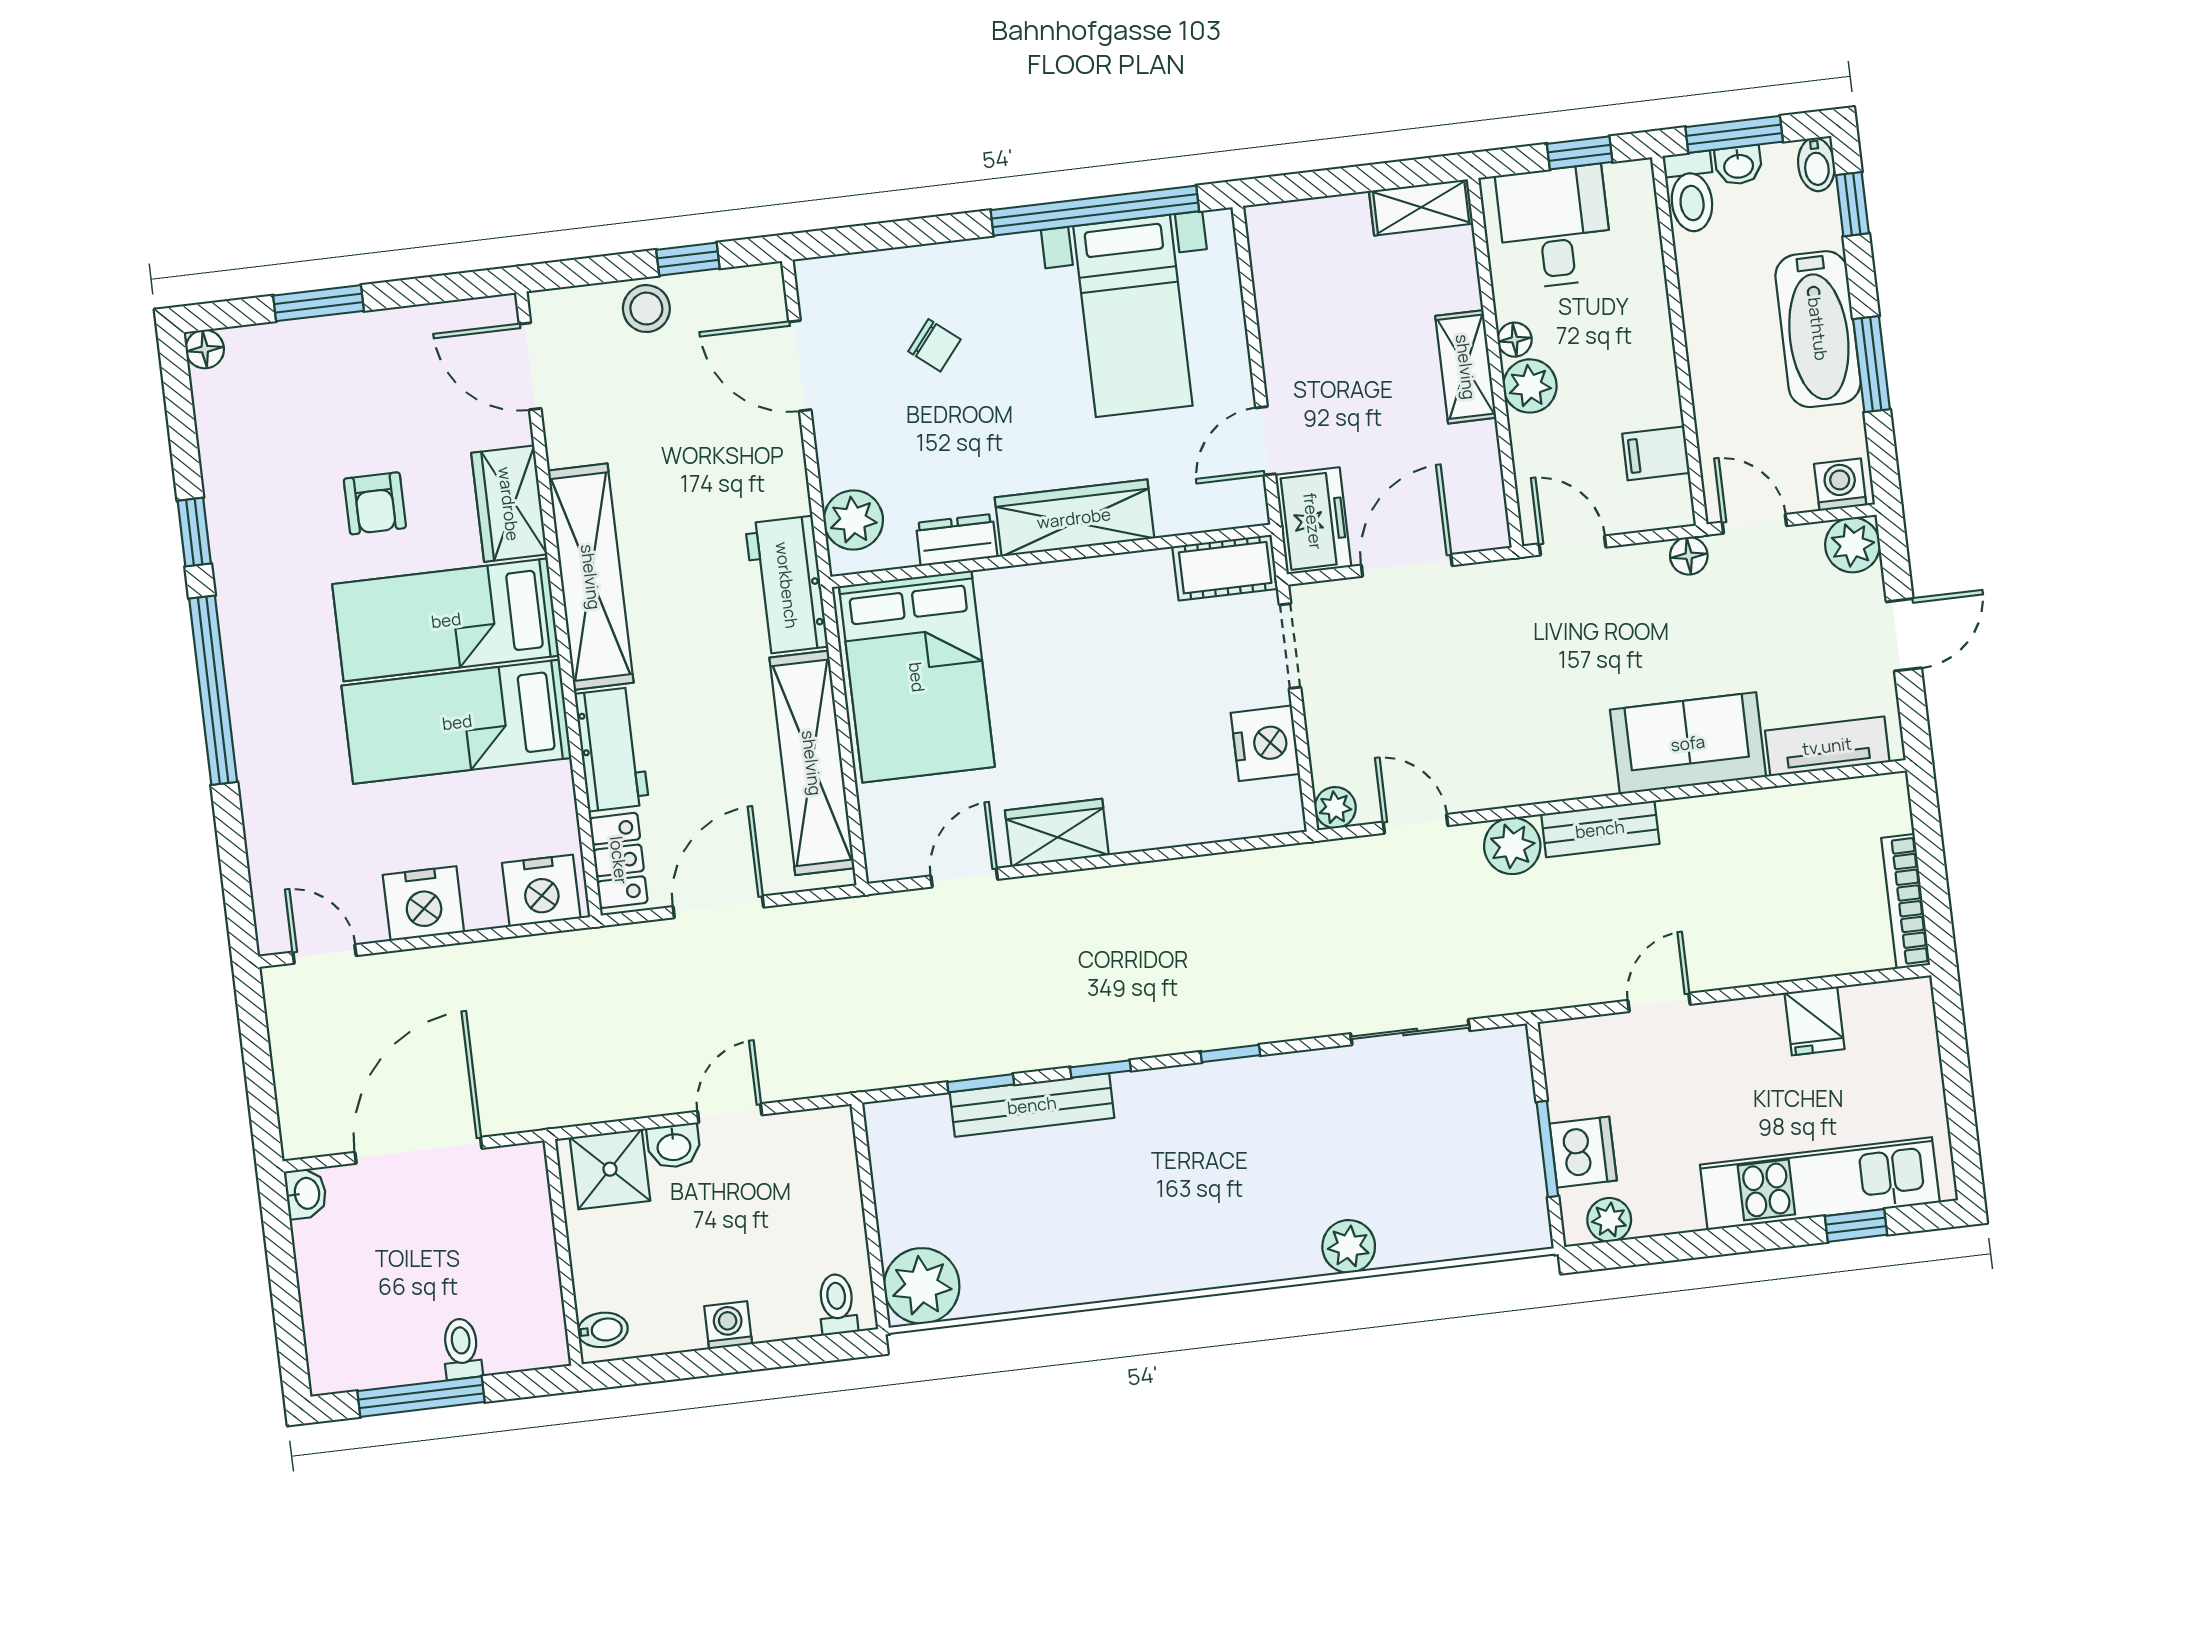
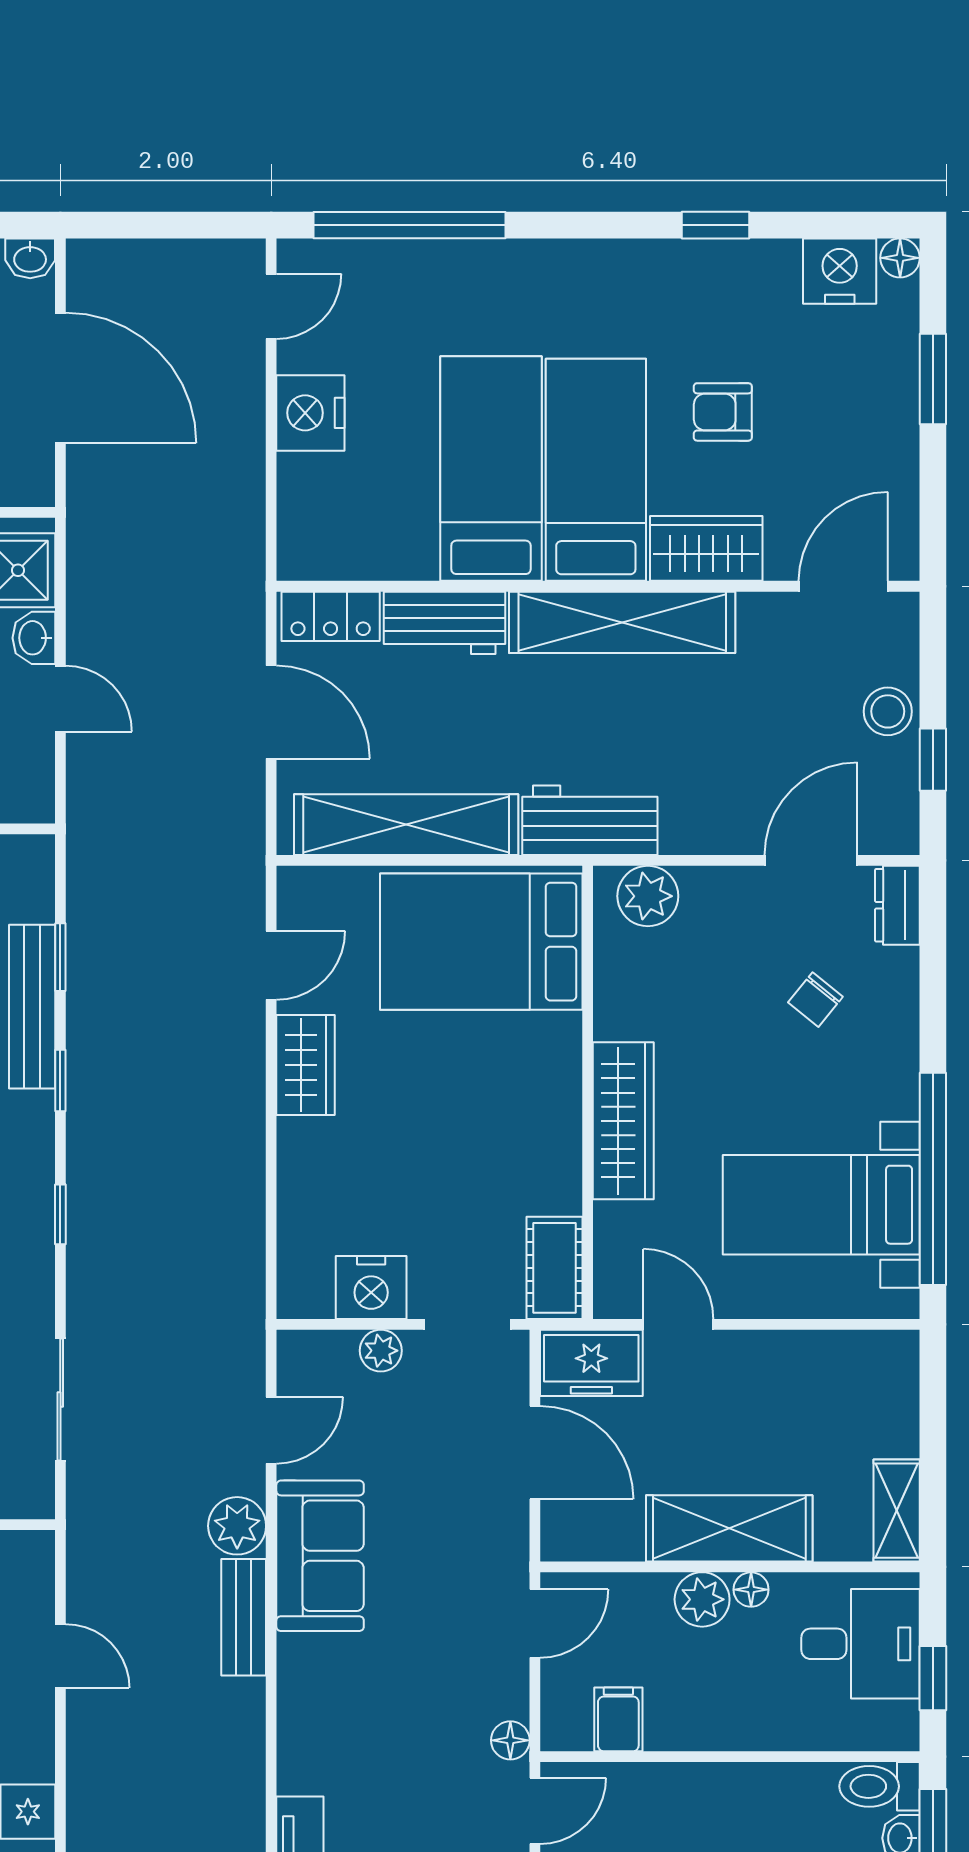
shelving: (1466, 367) -> (729, 1528), width x1.50, depth x1.33
dresser: (957, 540) -> (897, 905), moved, turned 180
window: (213, 690) -> (409, 225), moved
sofa: (1688, 743) -> (320, 1556), moved
plant: (1335, 808) -> (381, 1351), moved
door: (964, 878) -> (271, 965), hinge flipped
nightstand: (541, 891) -> (840, 271), moved, turned 90

